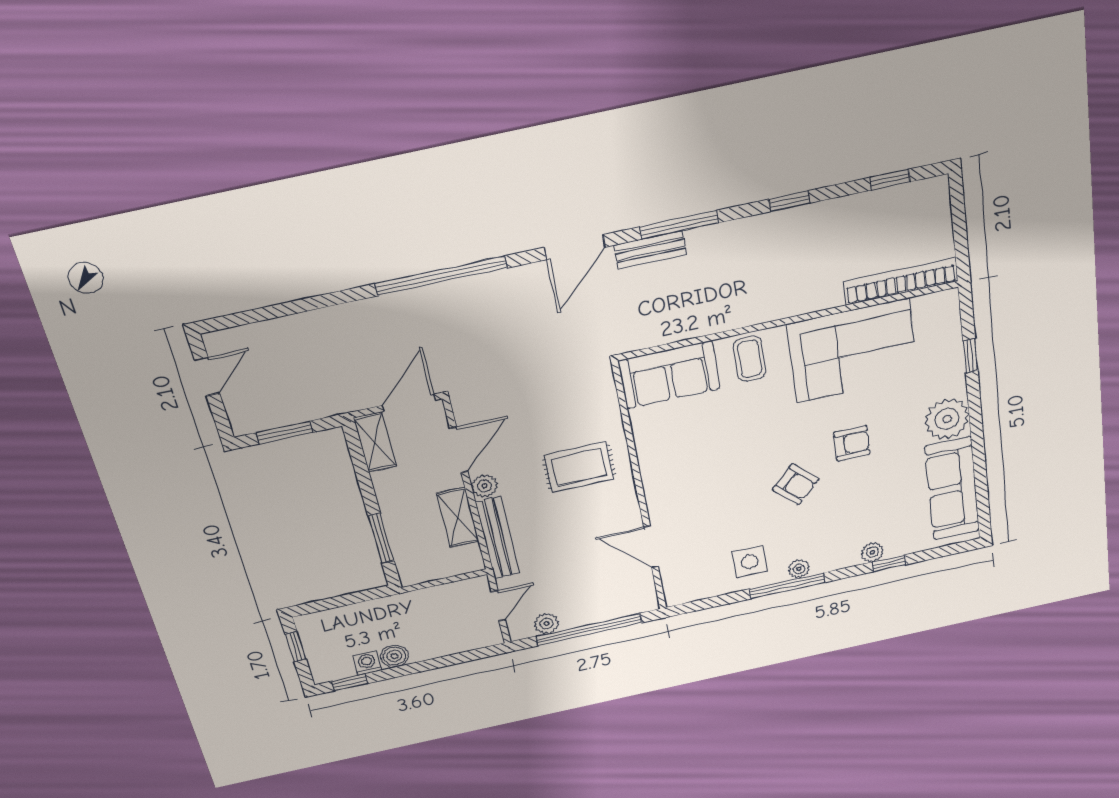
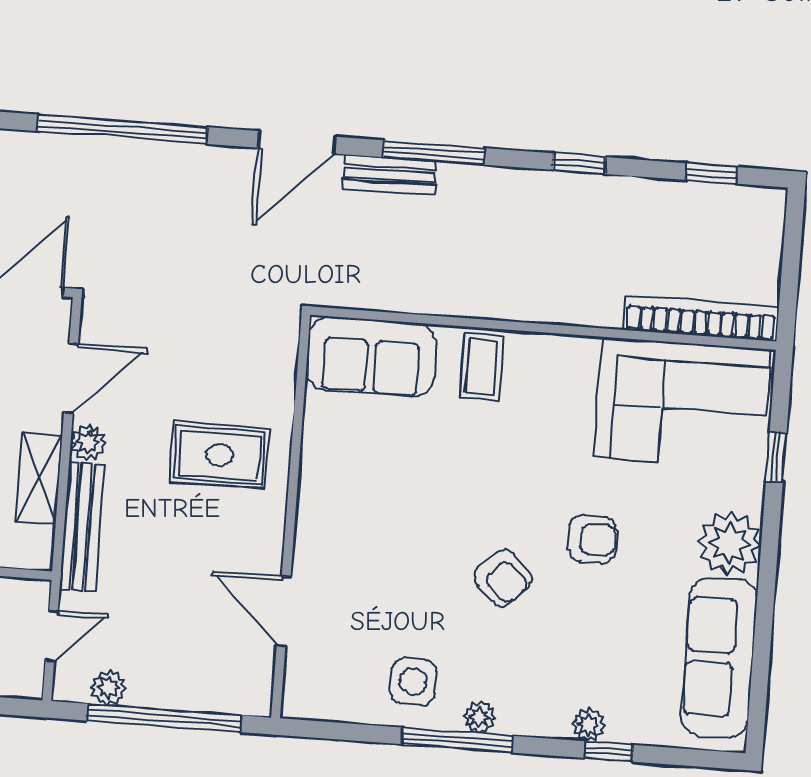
corner sofa: (853, 351) -> (682, 403), moved

